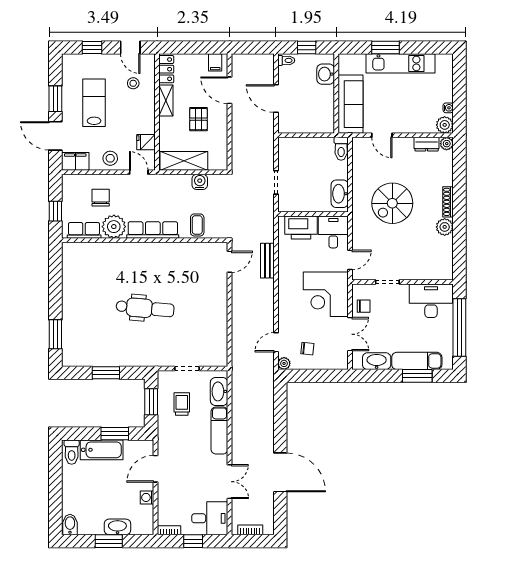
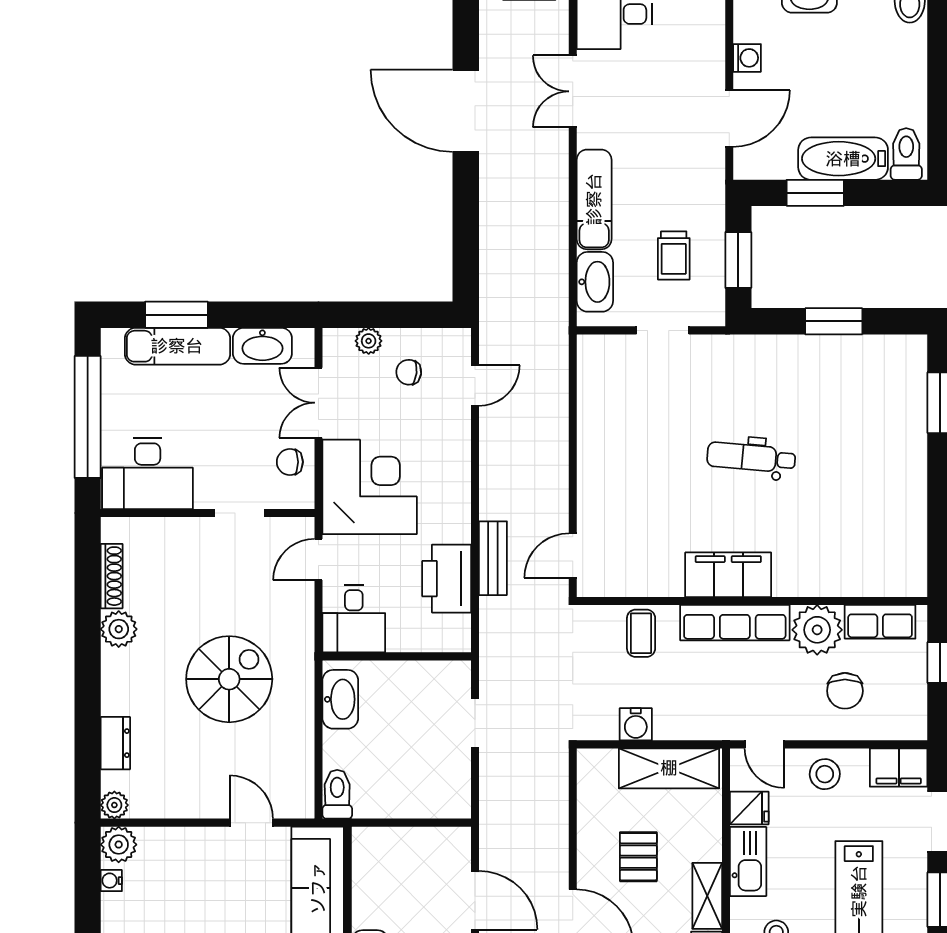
kitchen sink: (147, 117) -> (748, 861), added
dresser: (427, 144) -> (115, 743), moved, turned 90
shoe rack: (448, 202) -> (112, 576), moved
printer: (301, 227) -> (447, 579), moved, turned -90
filing cabinet: (156, 253) -> (728, 575), added
dental chair: (145, 308) -> (751, 457), width x0.73, depth x0.72
plant: (284, 363) -> (369, 341), moved

